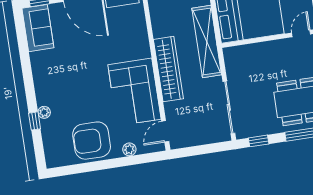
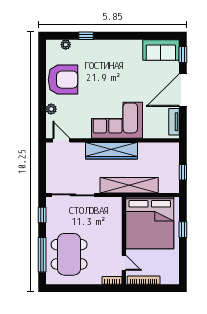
corner sofa: (134, 92) -> (117, 120), moved
plant: (44, 112) -> (66, 45), moved
armchair: (92, 141) -> (63, 80), turned 90

